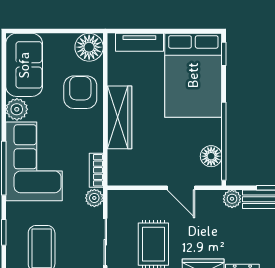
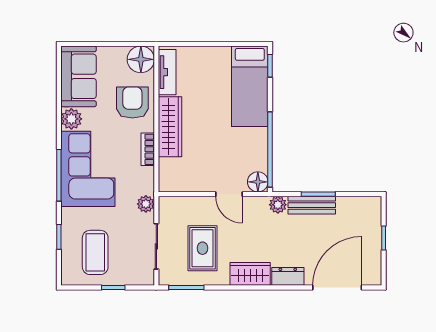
tv unit: (139, 42) -> (167, 72), moved, turned -90
bed: (193, 75) -> (250, 86), width x0.67
floor lamp: (211, 156) -> (258, 182), moved
bookcase: (96, 170) -> (148, 149), moved

